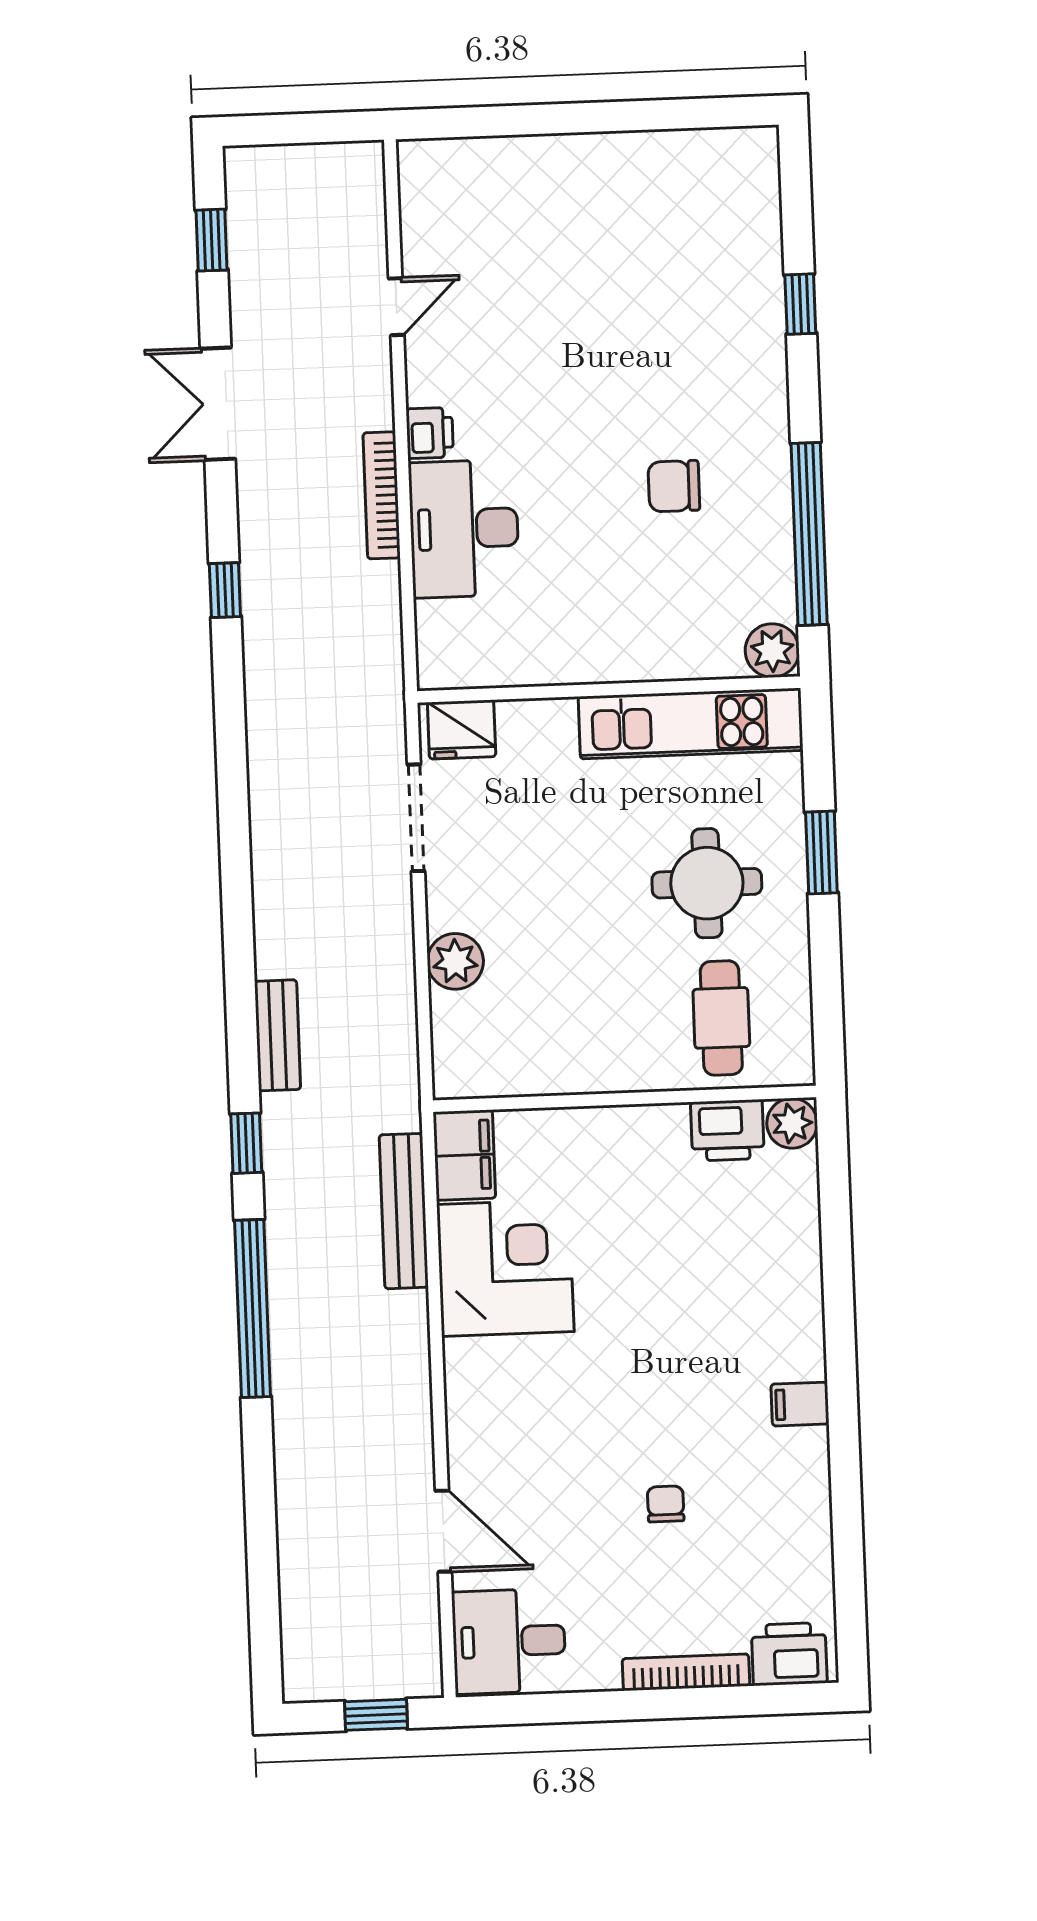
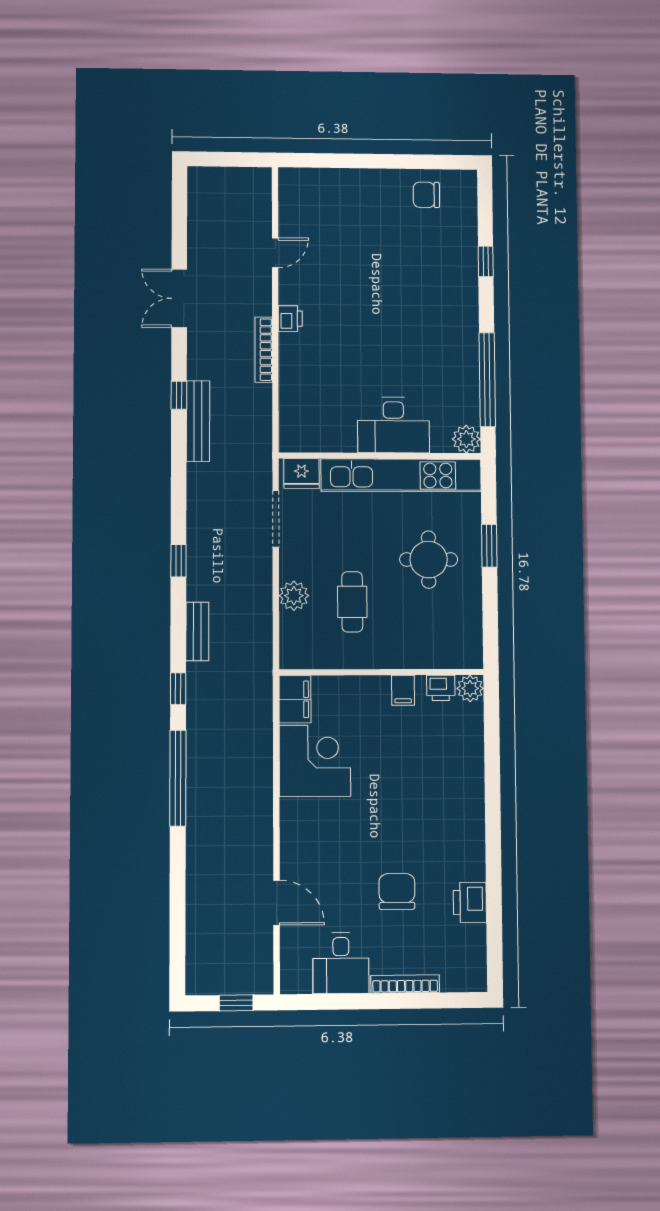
window: (212, 240) -> (178, 561), moved
chair: (674, 486) -> (426, 195), moved
desk: (464, 529) -> (393, 425), moved, turned -90
kitchen unit: (691, 724) -> (401, 475), width x1.36
cafe table: (721, 1018) -> (352, 602), moved
printer: (727, 1130) -> (441, 688), width x0.73, depth x0.81
bench: (404, 1211) -> (198, 421), moved
filing cabinet: (800, 1404) -> (403, 690), moved, turned -90
chair: (666, 1504) -> (397, 891), width x1.87, depth x1.87
desk: (509, 1641) -> (341, 963), moved, turned -90
printer: (789, 1654) -> (470, 902), moved, turned -90

